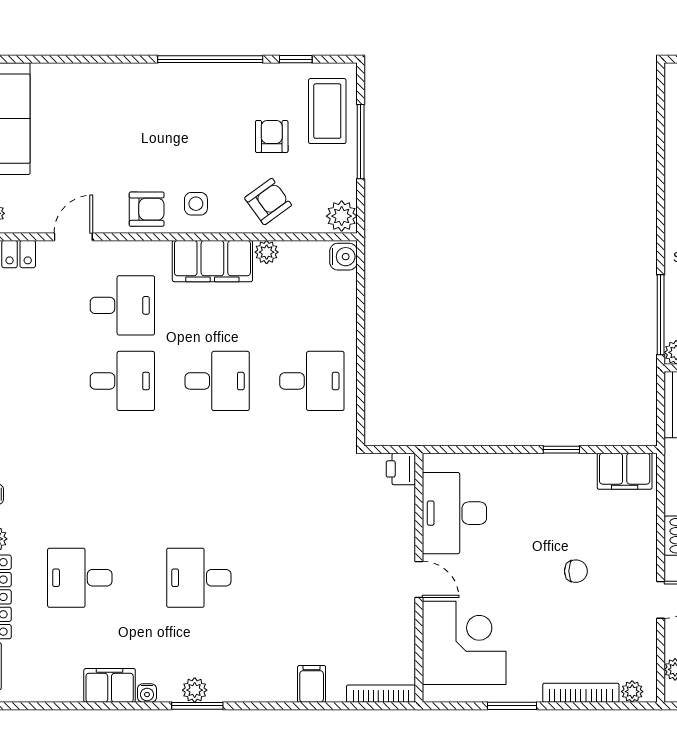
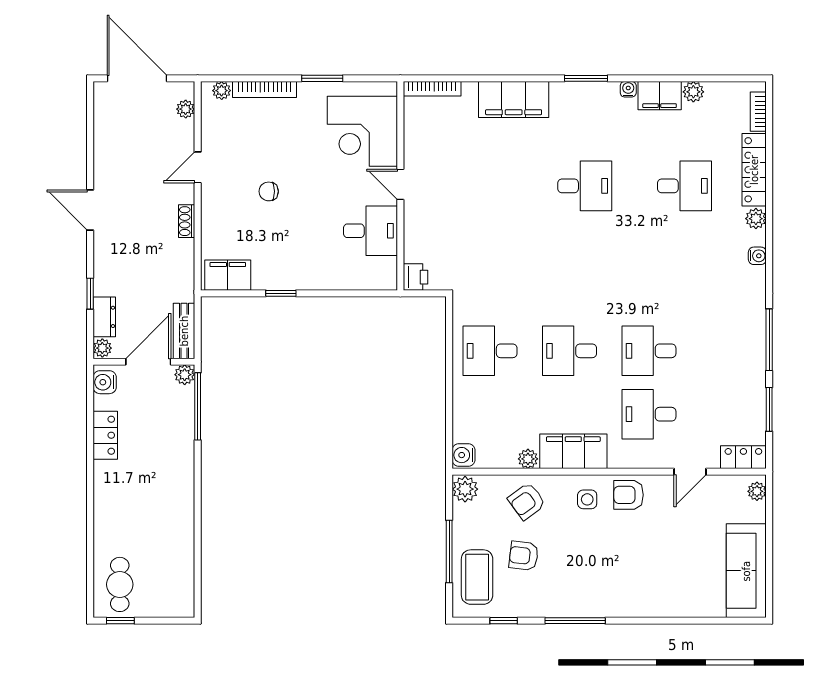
window: (210, 59) -> (575, 621), width x0.68
armchair: (272, 136) -> (524, 556), turned 97
desk: (454, 513) -> (371, 231), width x0.73
filing cabinet: (312, 684) -> (514, 99), width x3.00, depth x1.17
plant: (195, 690) -> (693, 92), moved

